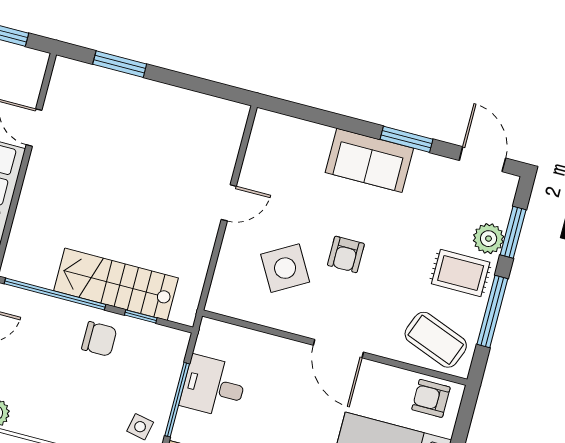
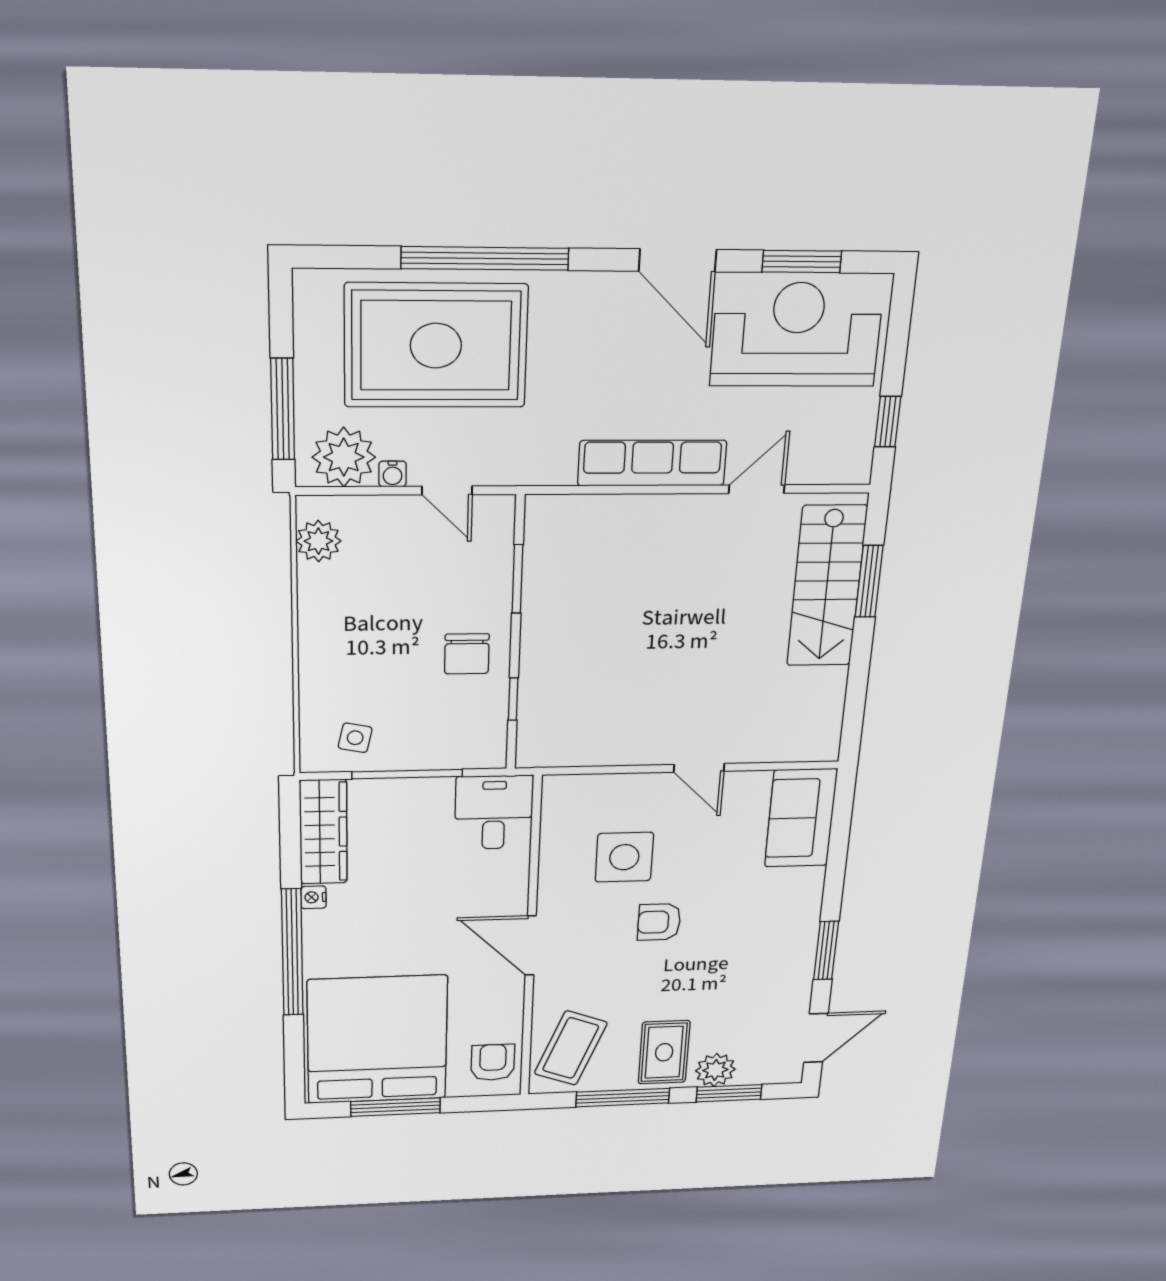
sofa: (369, 160) -> (801, 818), moved
side table: (285, 268) -> (624, 857), turned 30
stairs: (116, 284) -> (827, 586), moved, turned 180
window: (55, 294) -> (517, 579), width x0.47
door: (338, 349) -> (531, 945), hinge flipped
desk: (214, 387) -> (494, 812), moved

